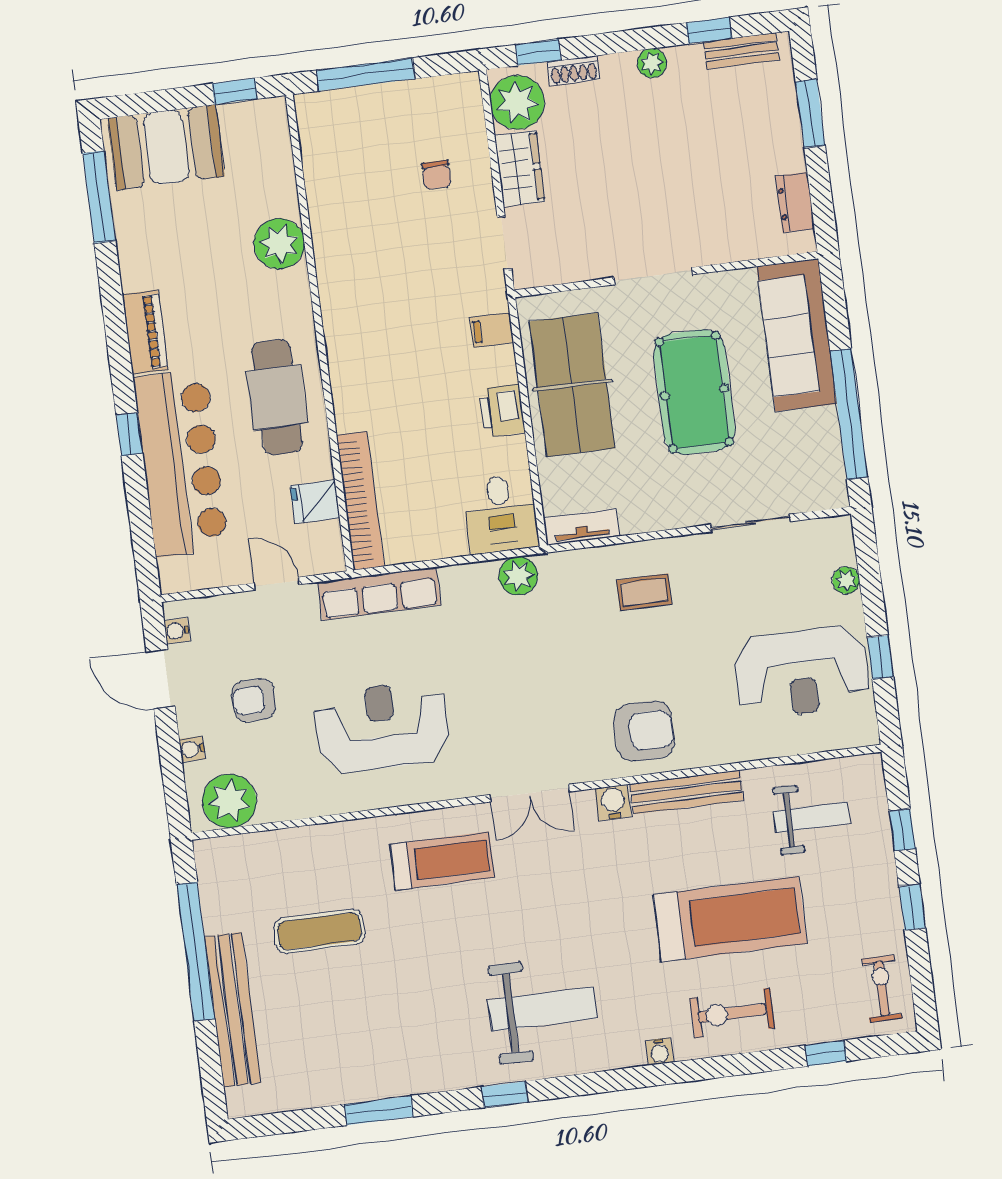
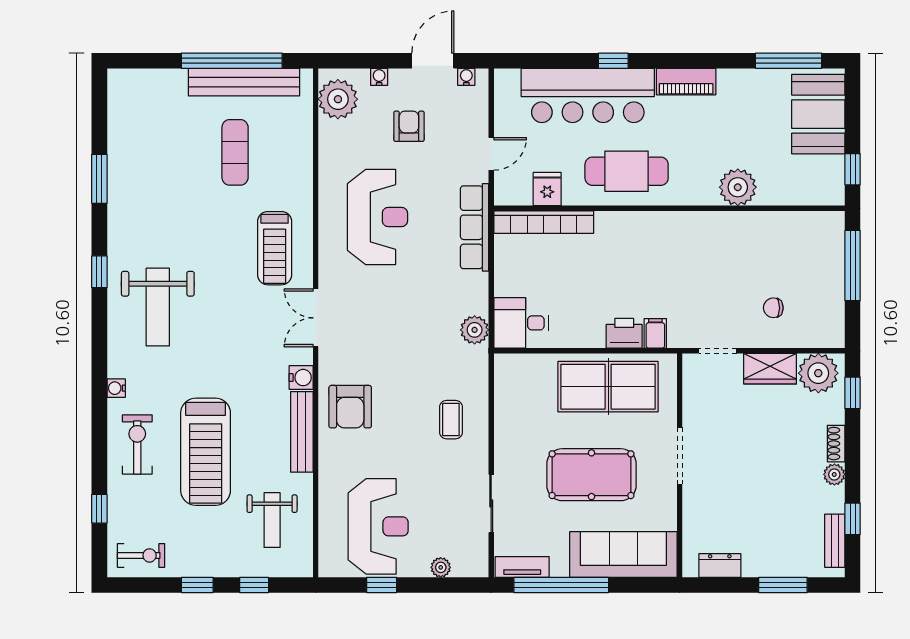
shoe rack: (574, 71) -> (836, 444), moved
printer: (502, 411) -> (624, 333), moved
tv unit: (582, 527) -> (522, 567), moved, turned -90
reception desk: (801, 672) -> (378, 526), turned 180
bench: (233, 1010) -> (244, 82), moved

